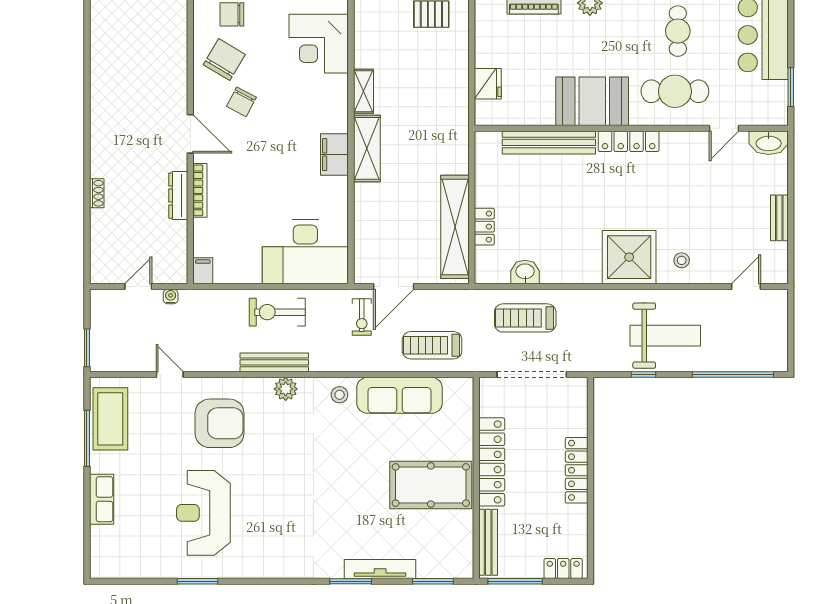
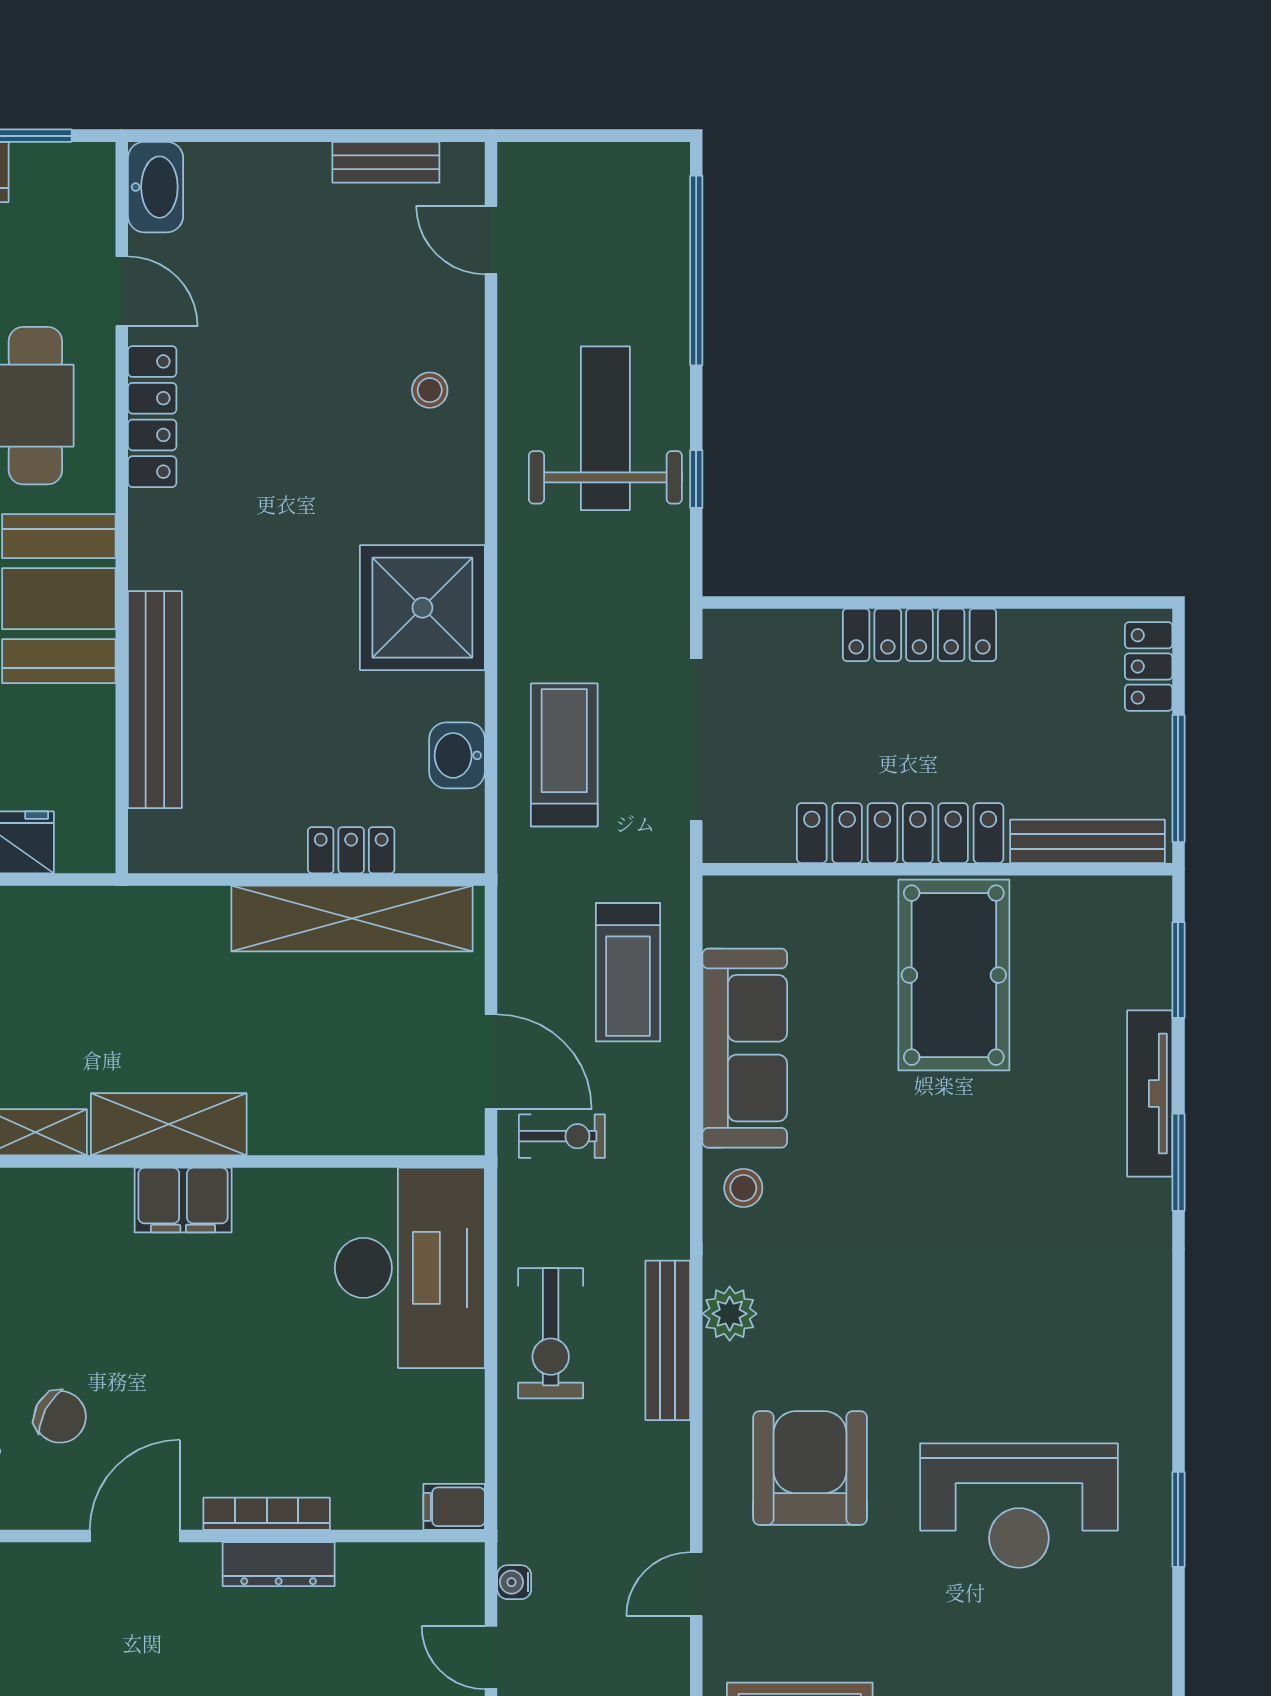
locker: (629, 141) -> (152, 417), moved
bench: (779, 218) -> (386, 162), moved
shower: (629, 257) -> (422, 608), moved
treadmill: (525, 318) -> (564, 755), turned 180

